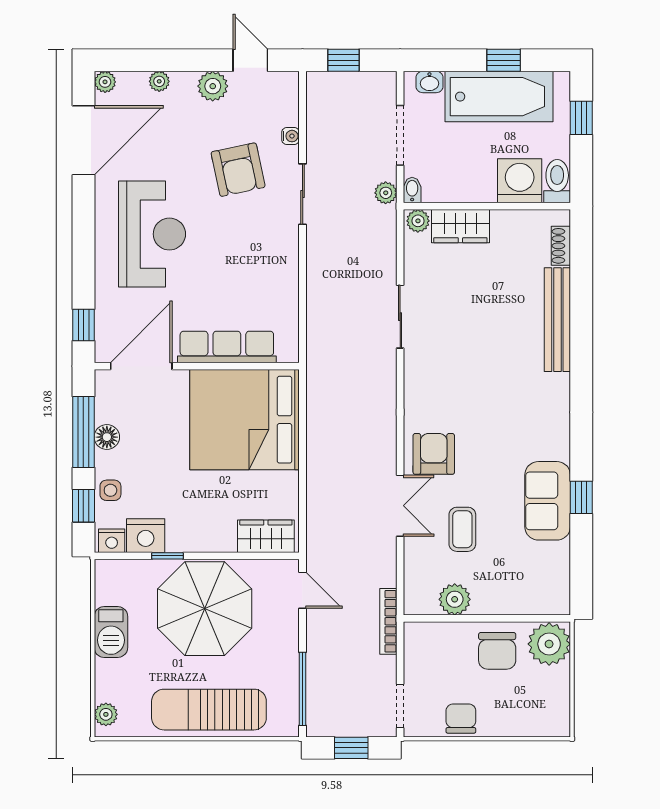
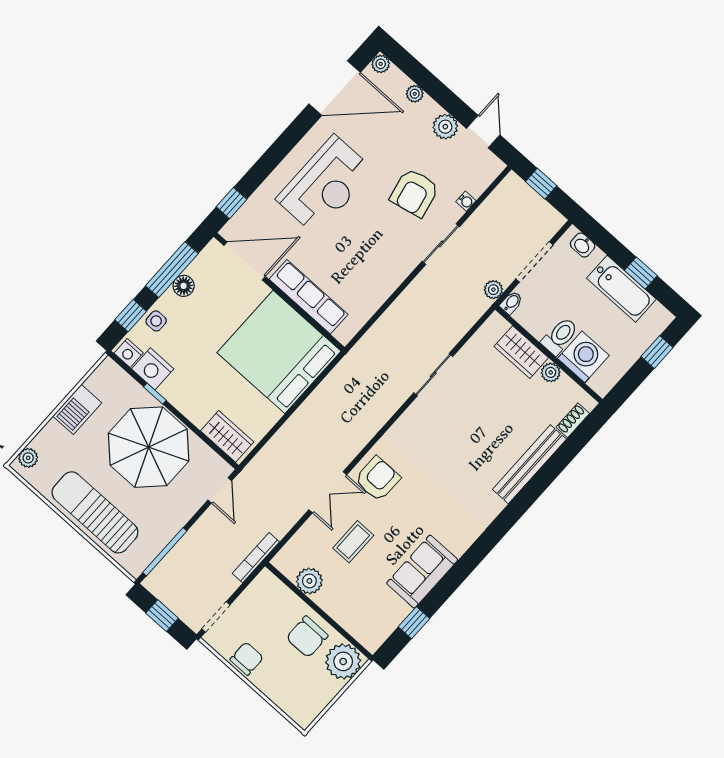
bathtub: (499, 97) -> (621, 289), width x0.73, depth x0.73
toilet: (557, 181) -> (560, 336), moved
plant: (418, 221) -> (551, 372), moved
window: (581, 497) -> (414, 623), moved

